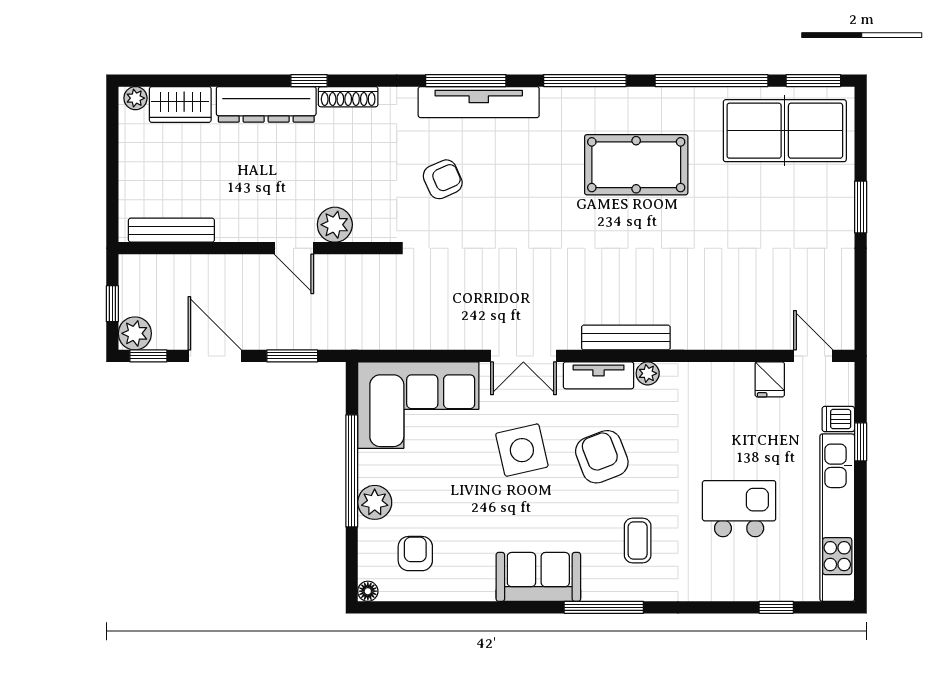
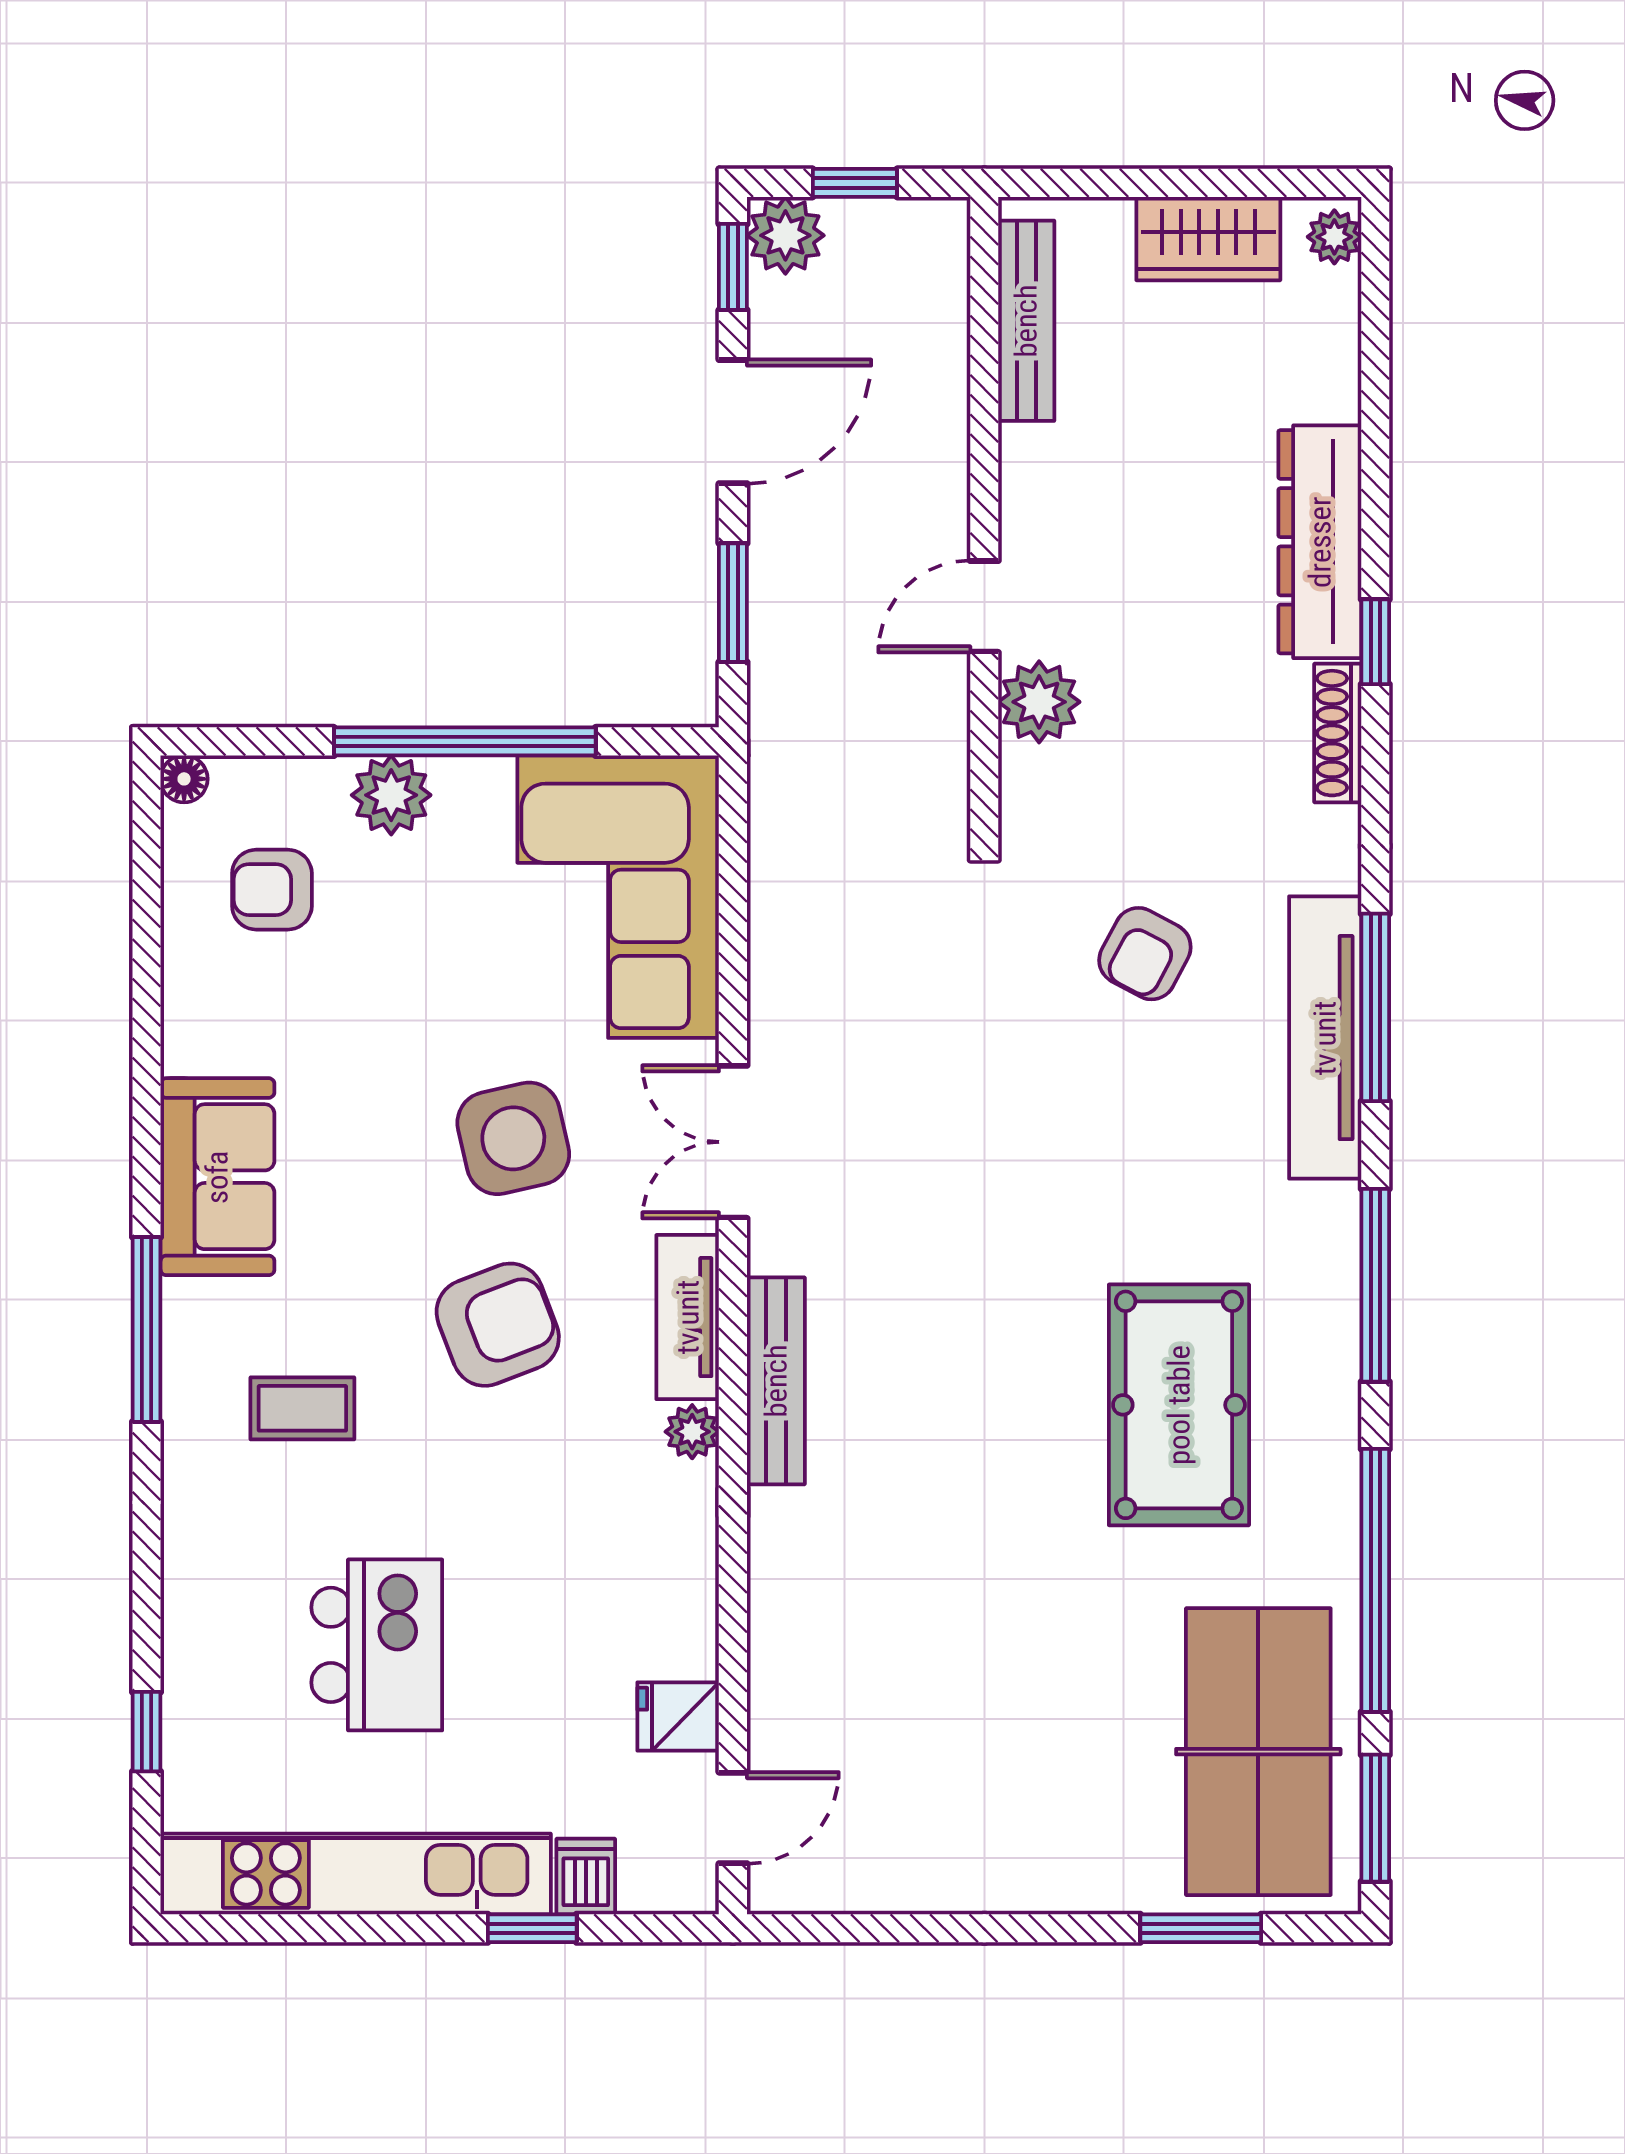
wardrobe: (180, 104) -> (1208, 239), moved, turned -90
armchair: (443, 179) -> (1145, 954), turned 52
window: (861, 207) -> (1201, 1928), moved
armchair: (415, 554) -> (272, 890), turned 180

